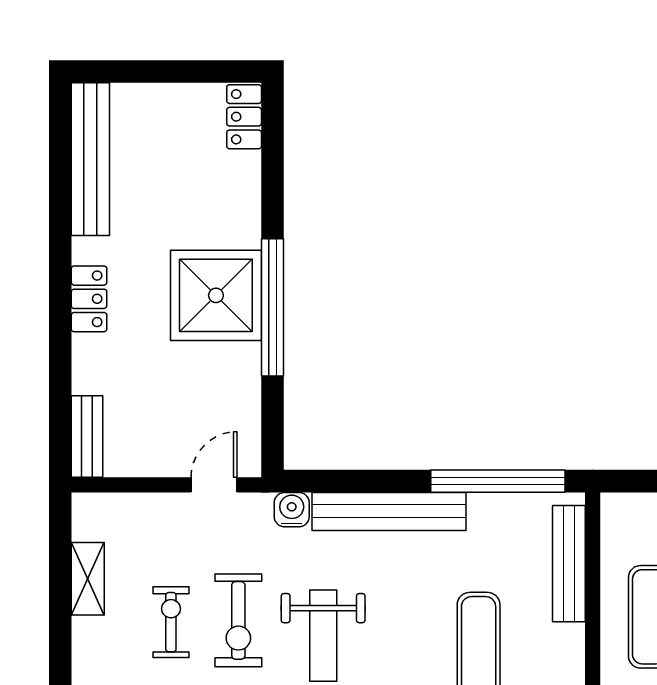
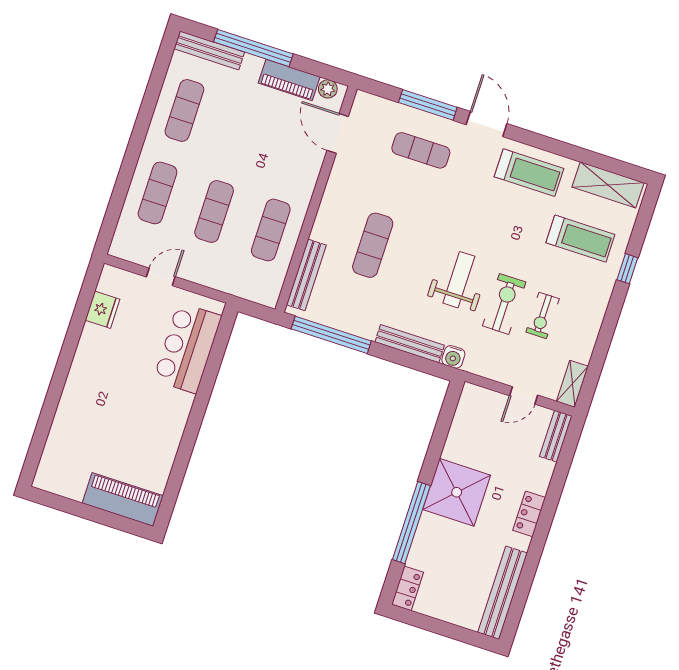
window: (272, 307) -> (411, 523), moved
door: (214, 485) -> (524, 395), moved
bench: (389, 511) -> (410, 344), width x0.73, depth x0.82
shelving: (88, 579) -> (572, 384), moved

